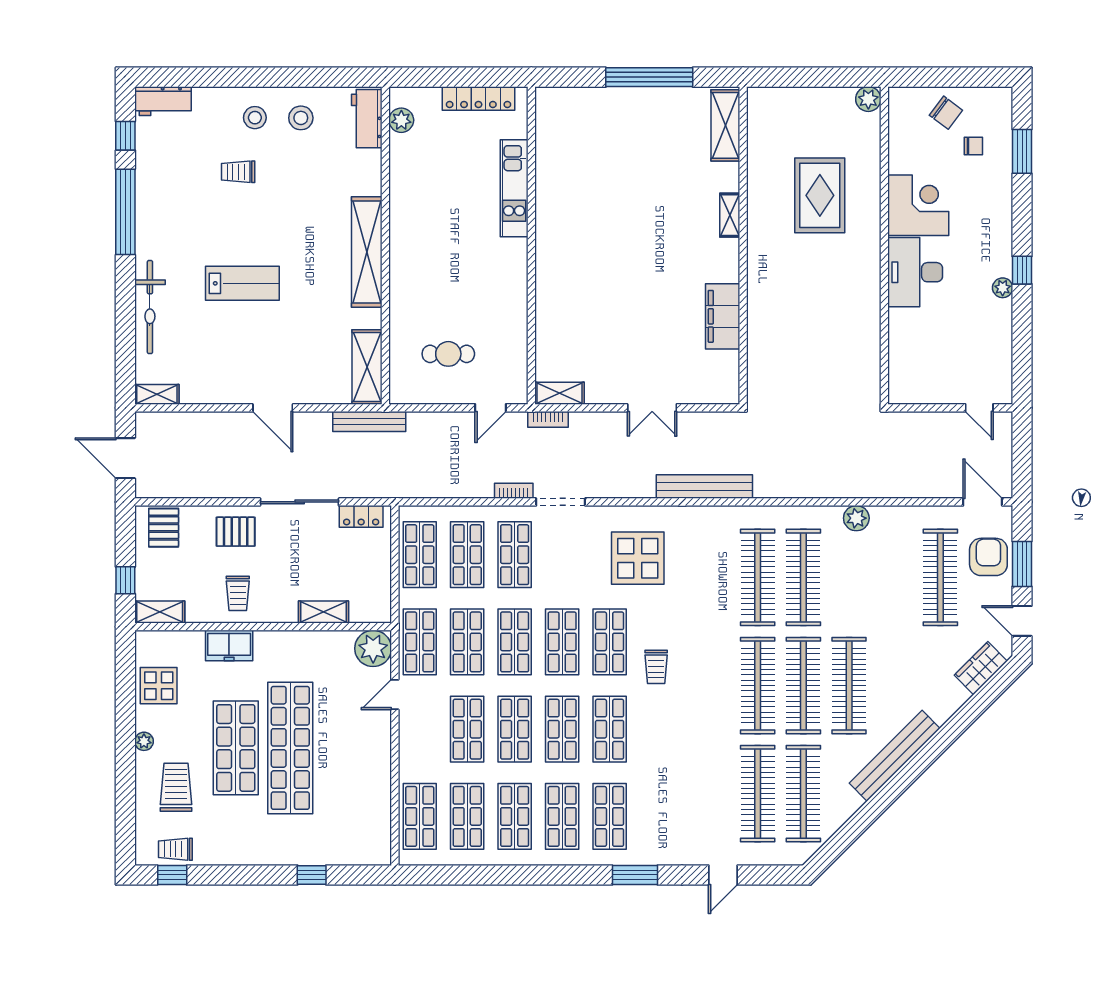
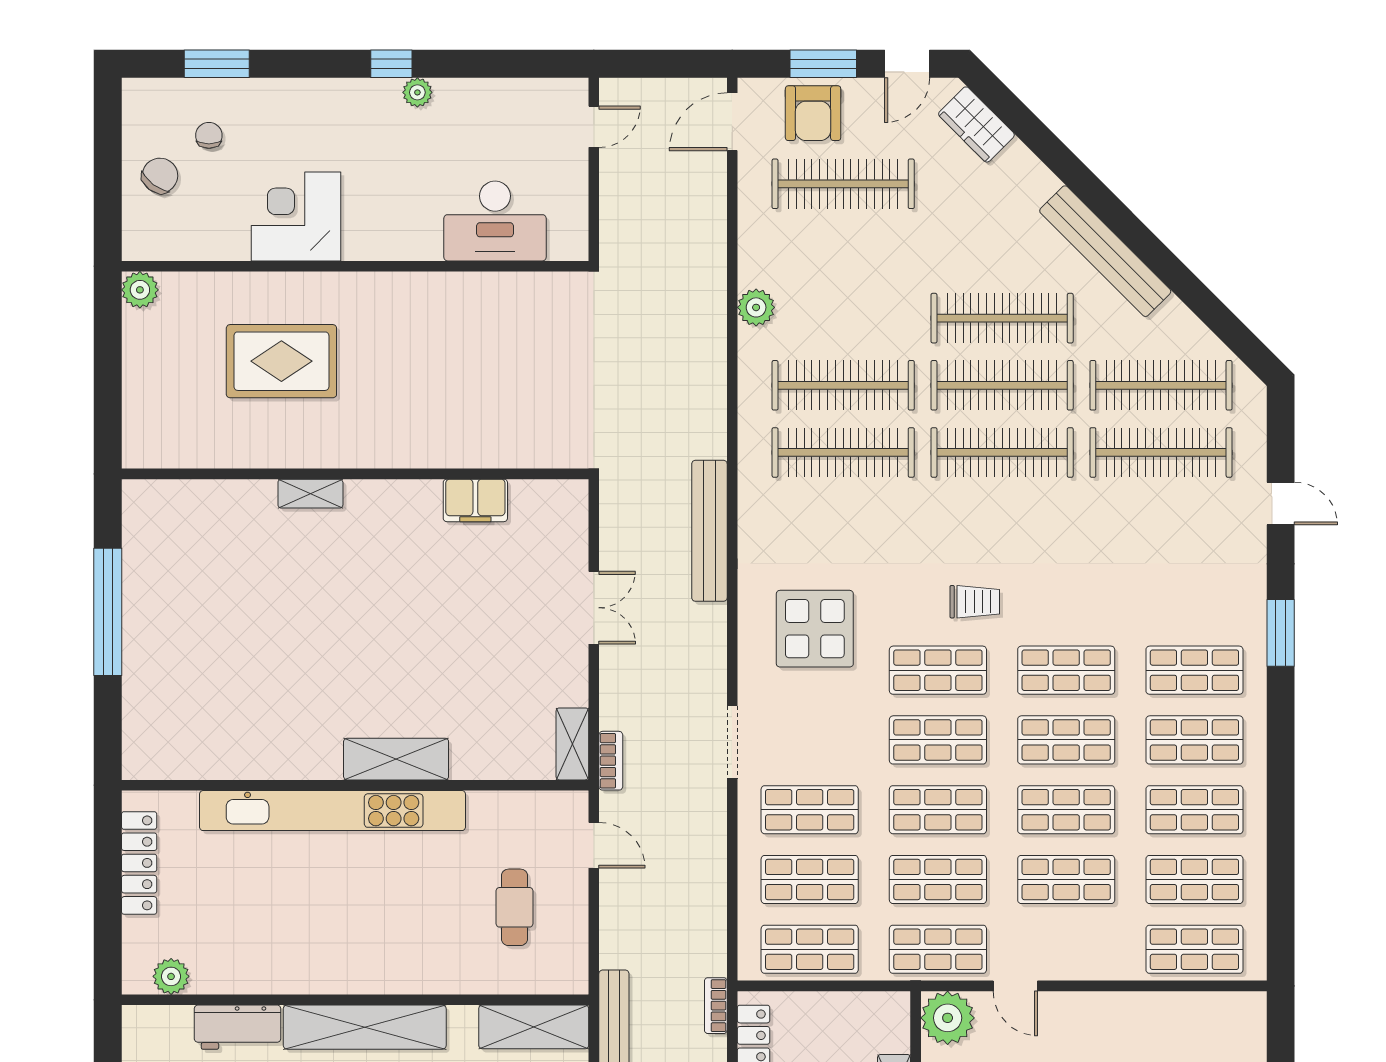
workbench: (367, 119) -> (238, 1027), moved
shelving: (725, 125) -> (396, 759), moved
kitchen unit: (514, 188) -> (333, 811), width x1.86
desk: (915, 272) -> (495, 221), moved
filing cabinet: (723, 316) -> (475, 500), width x0.67, depth x0.86
bookcase: (514, 491) -> (716, 1006), moved
armchair: (988, 557) -> (813, 113), turned -90

